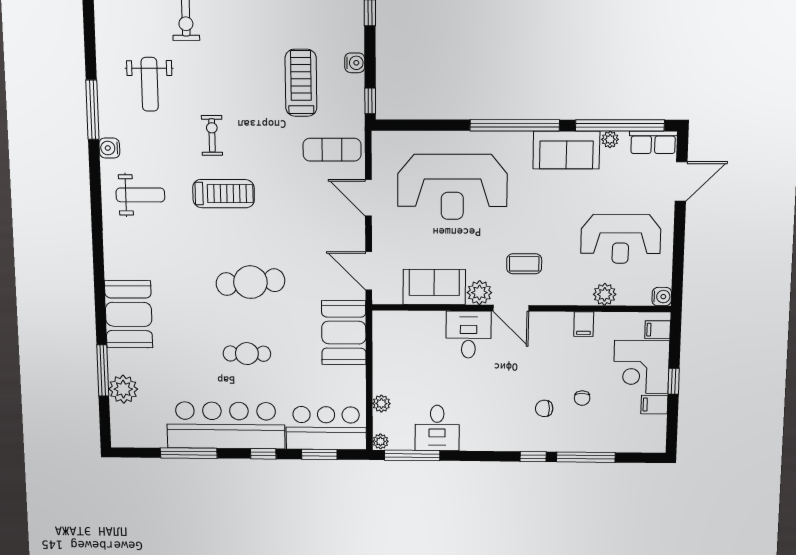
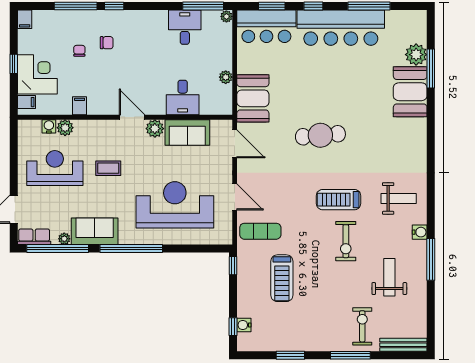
water cooler: (355, 63) -> (244, 325), moved
exercise bike: (212, 135) -> (346, 241), width x1.38, depth x1.39
weight bench: (140, 195) -> (399, 198), turned 180
coffee table: (524, 264) -> (108, 168), moved
water cooler: (662, 297) -> (49, 126), moved, turned 90
booth: (129, 314) -> (410, 92), moved
desk: (469, 335) -> (183, 97), moved
cafe table: (247, 354) -> (324, 82), removed
plant: (381, 404) -> (226, 77), moved
filing cabinet: (654, 405) -> (25, 19), moved, turned 90

